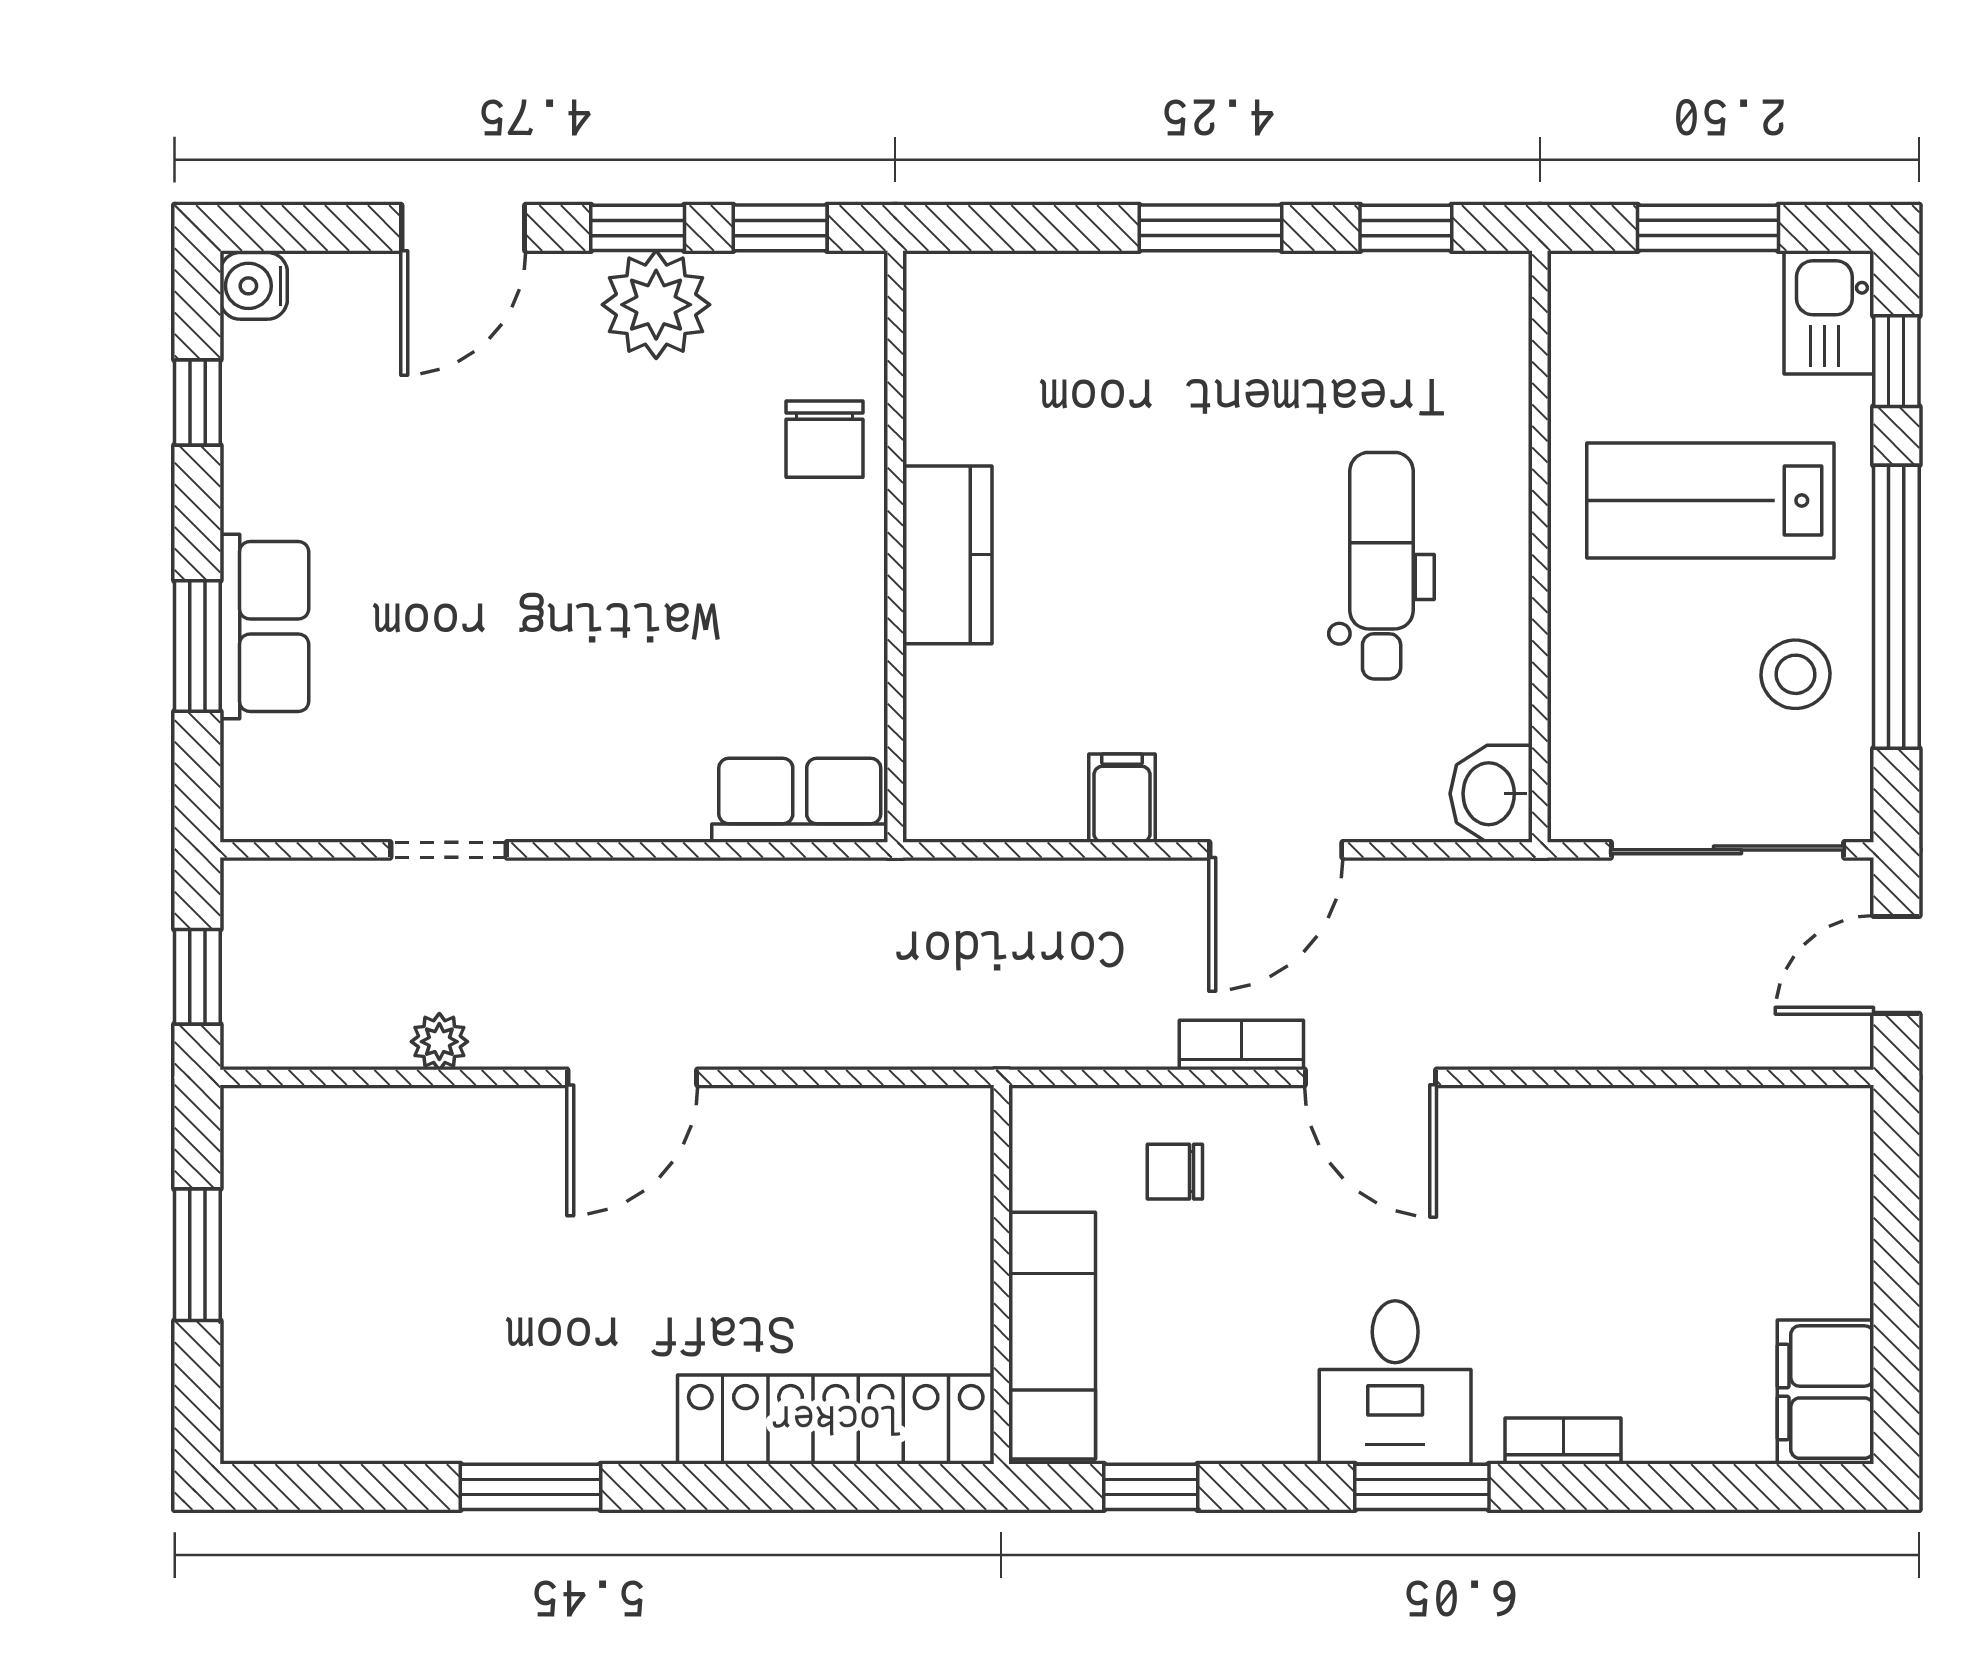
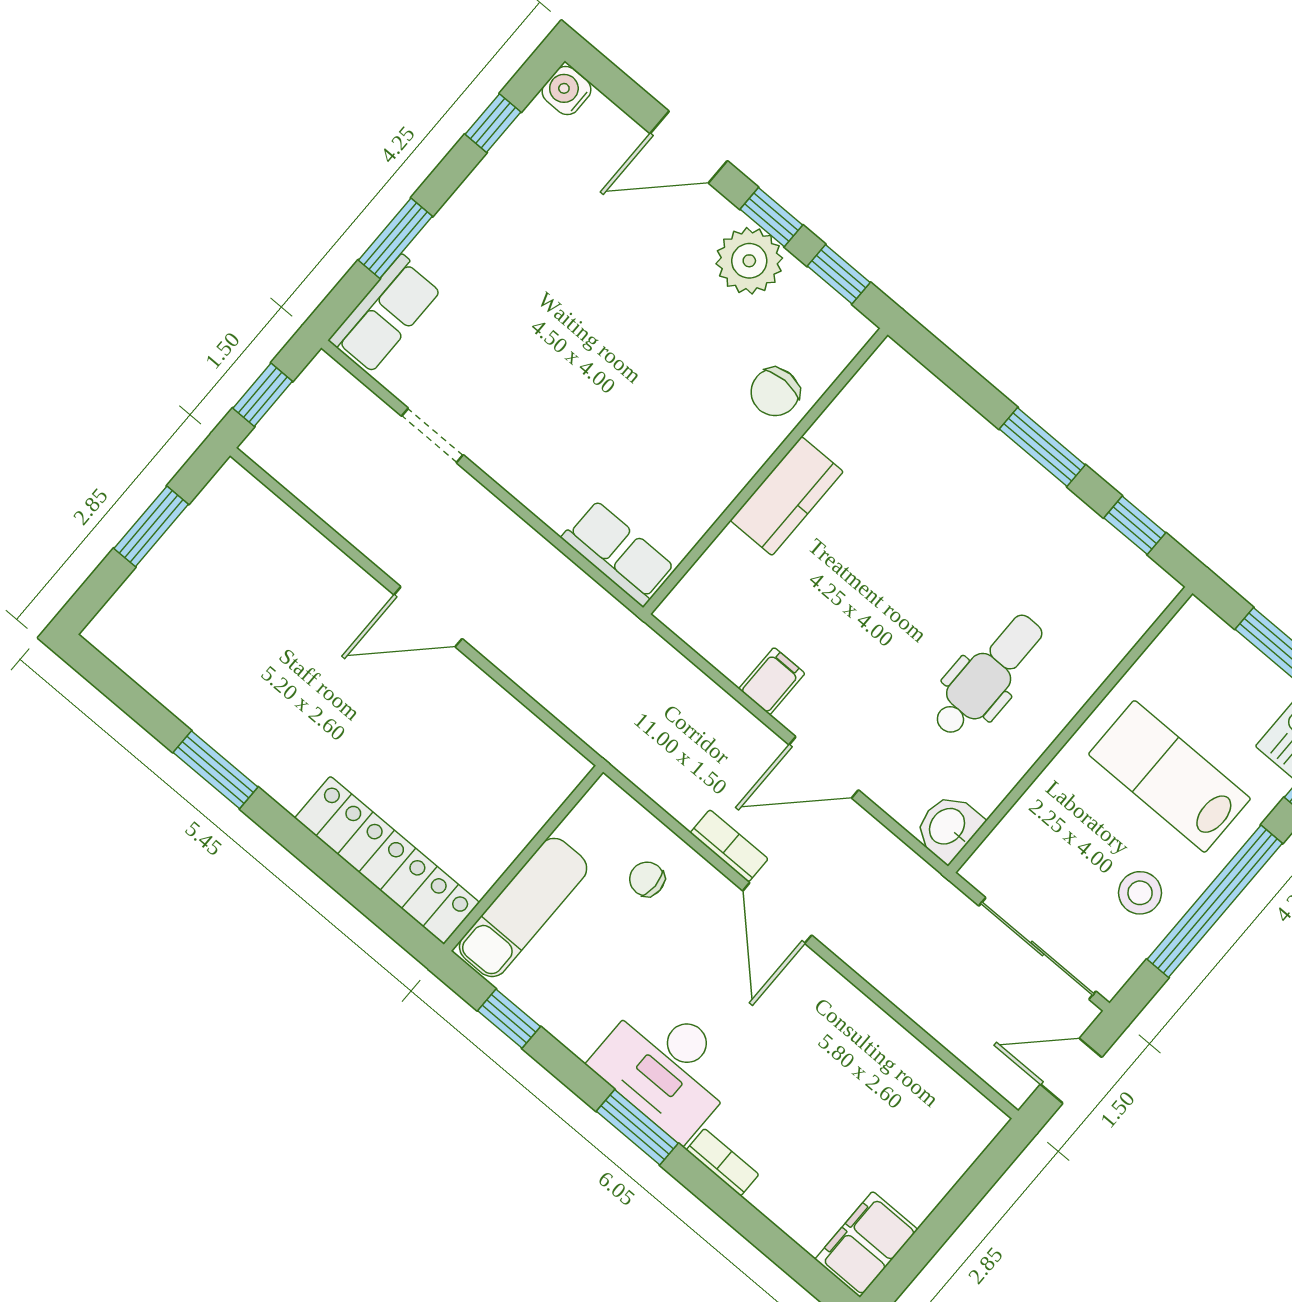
row of seats: (264, 627) -> (385, 314), moved
plant: (439, 1042) -> (351, 522), removed
desk: (1395, 1382) -> (667, 1067), width x1.37

